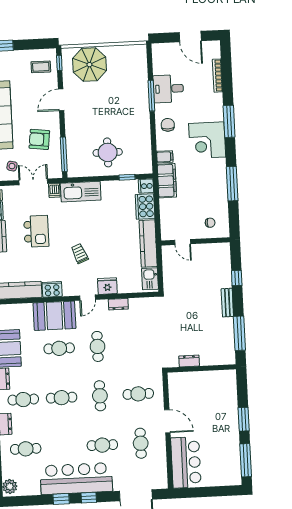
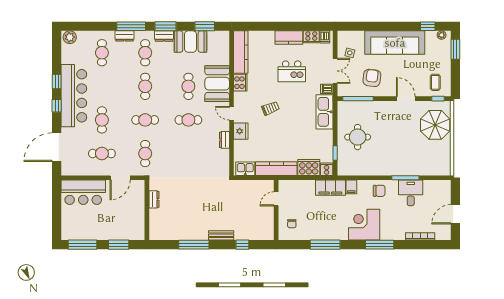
dresser: (189, 361) -> (154, 199), moved
wall: (202, 369) -> (147, 210), moved

